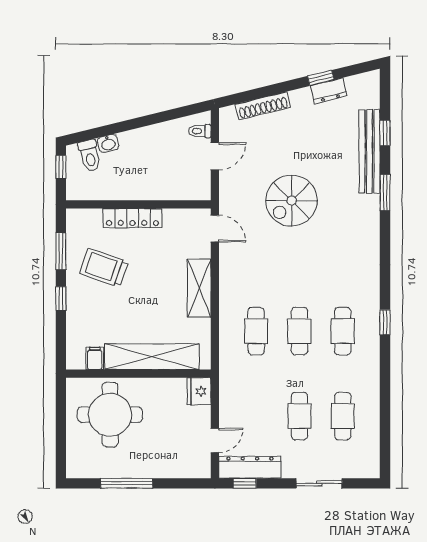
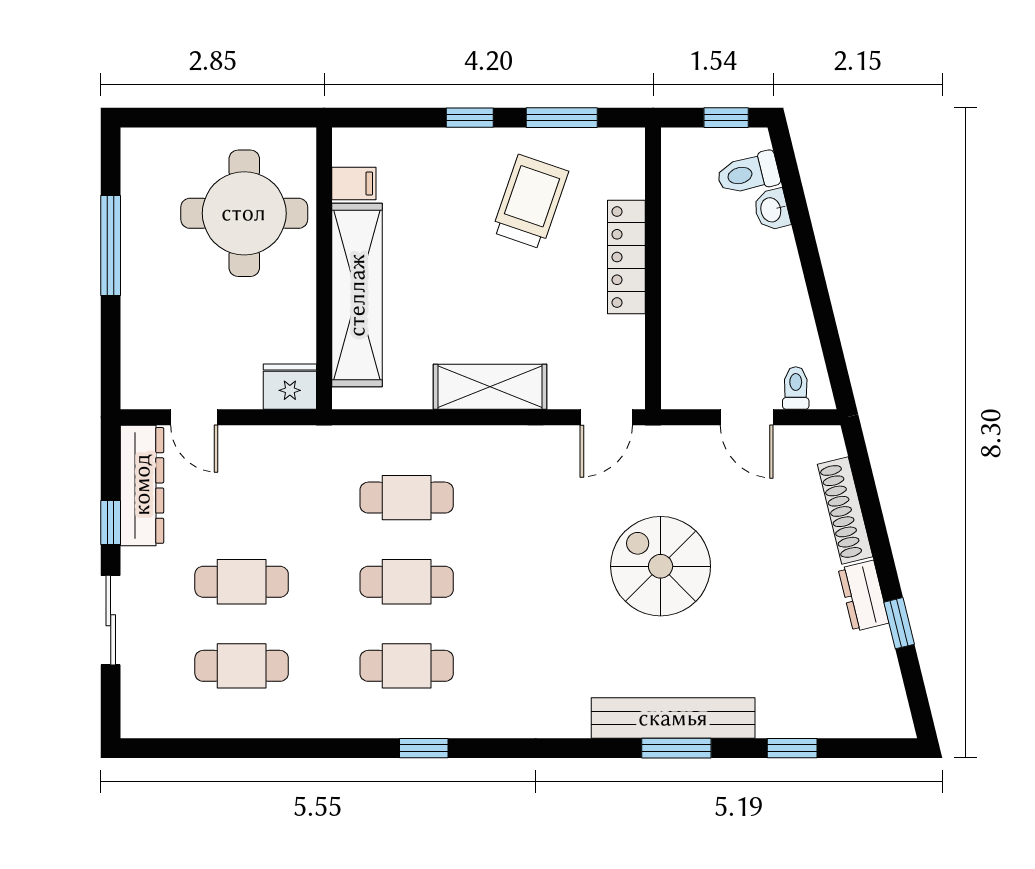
dresser: (329, 91) -> (863, 596), moved
bench: (370, 151) -> (673, 718), moved
window: (245, 483) -> (111, 522), moved

